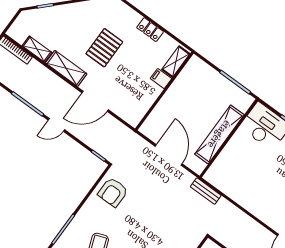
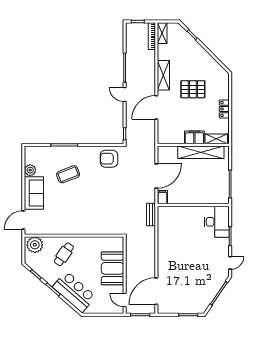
shelving: (37, 49) -> (162, 33), moved
filing cabinet: (161, 79) -> (194, 137), width x2.00
door: (95, 101) -> (156, 107), hinge flipped
shelving: (219, 134) -> (201, 152), moved
filing cabinet: (196, 165) -> (162, 197), added

